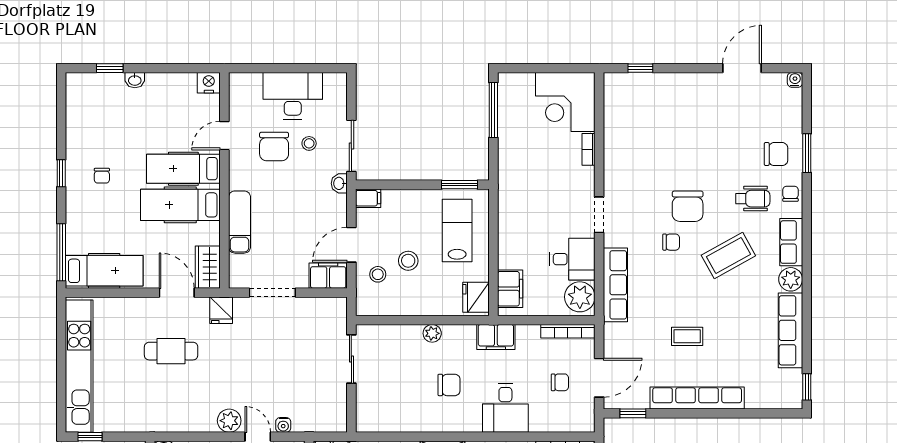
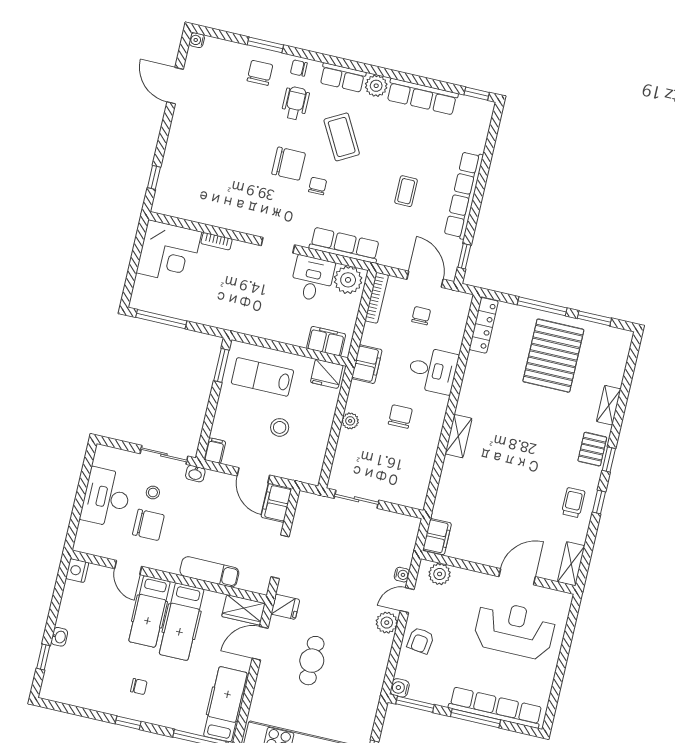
stool: (378, 274) -> (286, 458), removed

